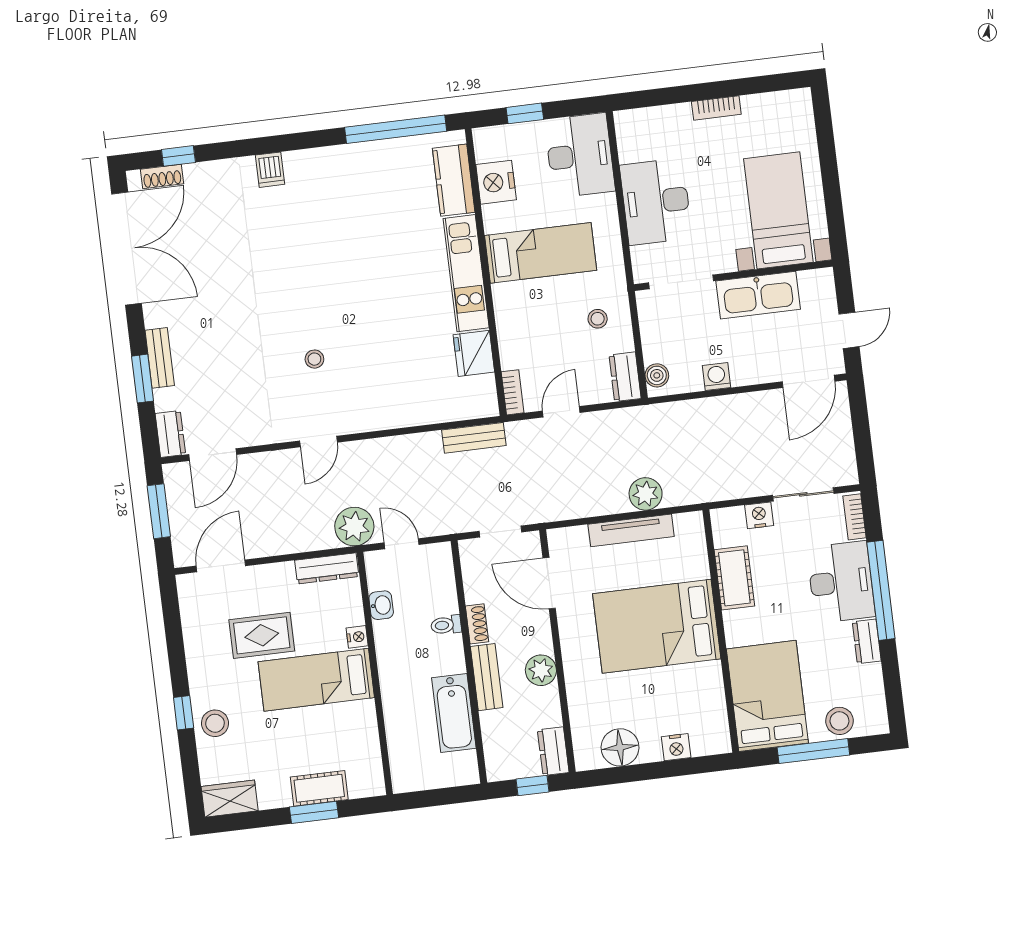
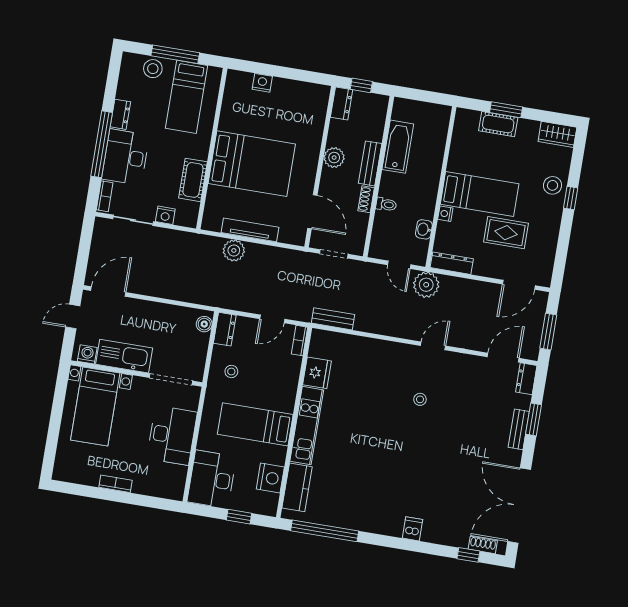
washing machine: (717, 376) -> (87, 354), moved, turned 180
bed: (767, 696) -> (187, 97), width x0.67
floor lamp: (620, 747) -> (298, 93), removed

